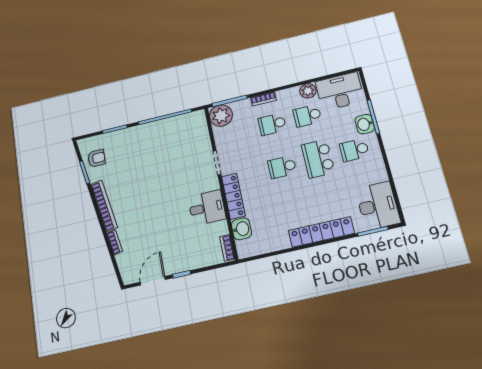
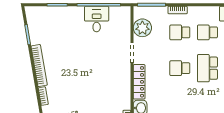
plant: (308, 91) -> (213, 12), removed
plant: (221, 116) -> (142, 28), moved
armchair: (96, 158) -> (39, 25), removed
desk: (207, 208) -> (97, 19), moved, turned -90

